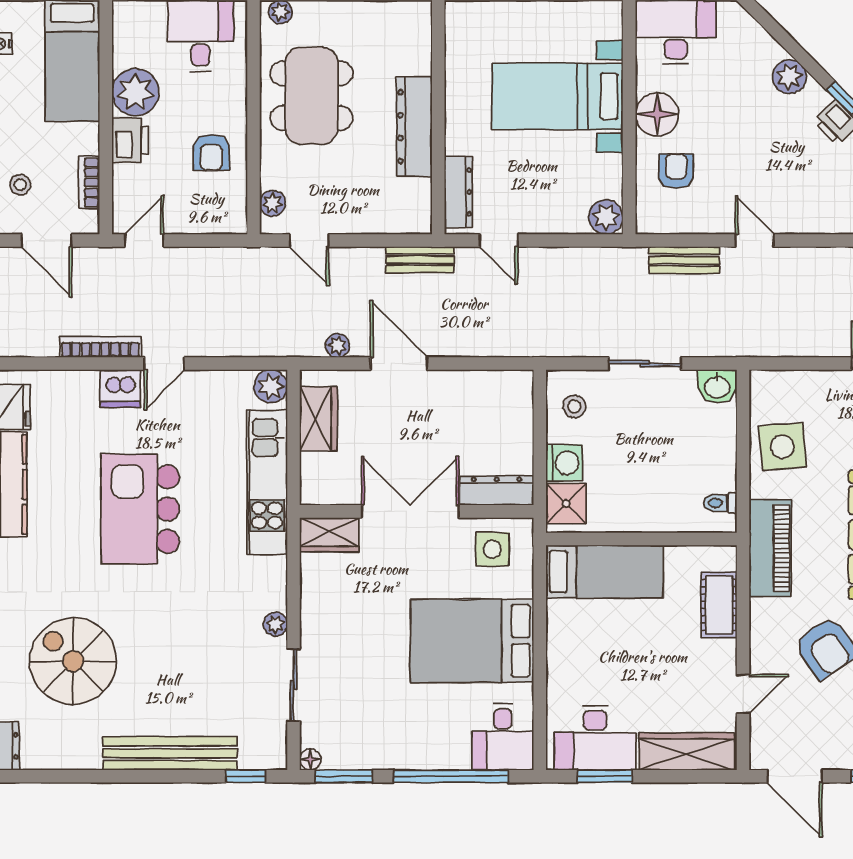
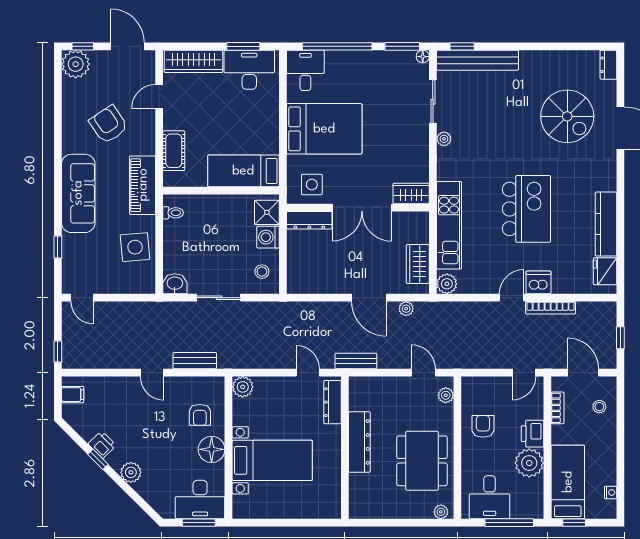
bench: (170, 753) -> (478, 60), moved

